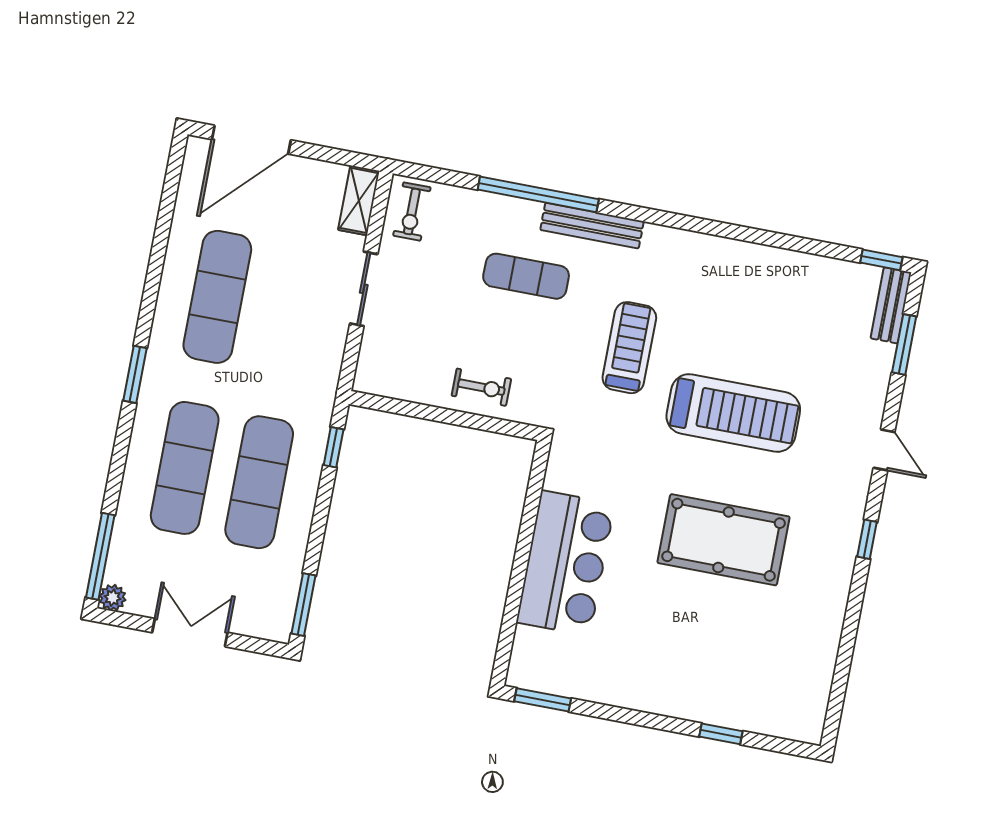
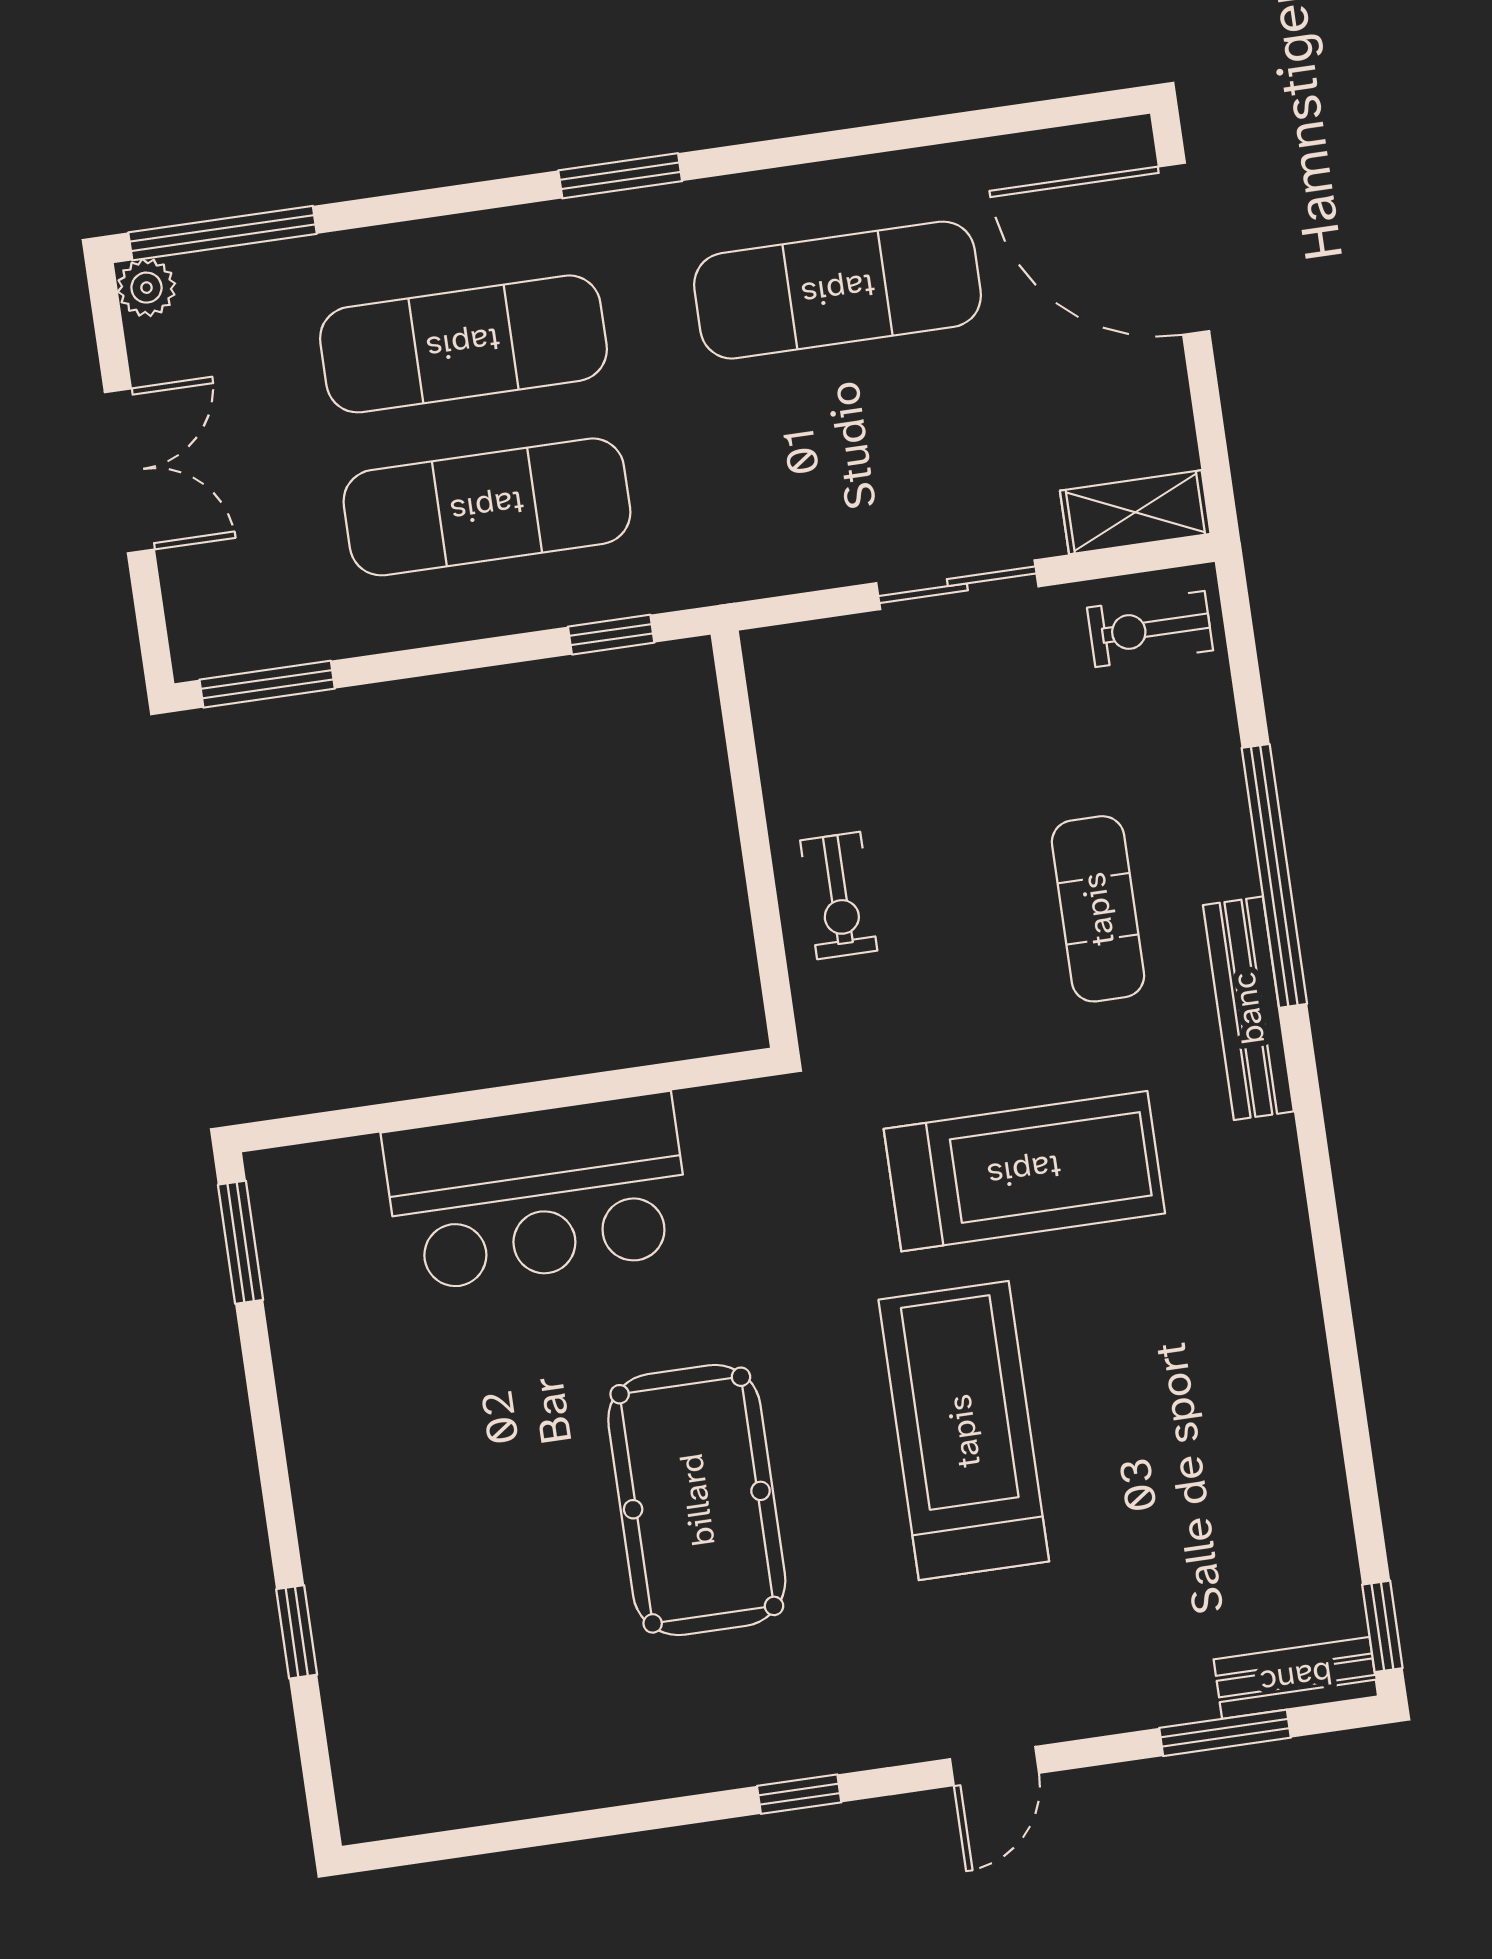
treadmill: (629, 348) -> (1024, 1171), width x1.37, depth x1.38
treadmill: (733, 413) -> (964, 1431), turned 180

